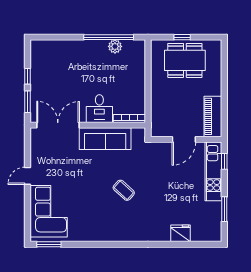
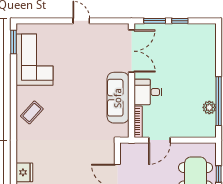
door: (148, 97) -> (160, 140), added
coffee table: (124, 190) -> (32, 112), moved
corner sofa: (49, 211) -> (34, 60), moved, turned -90

